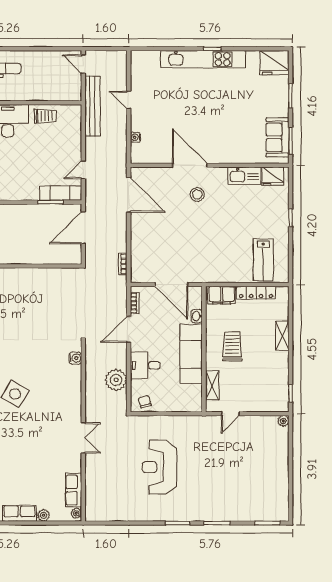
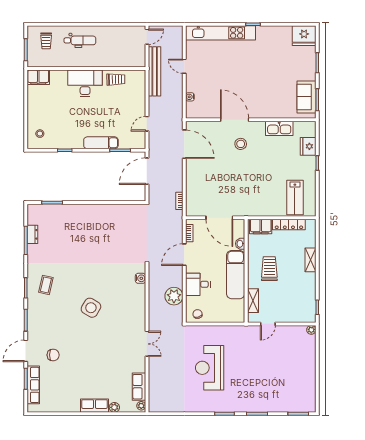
kitchen unit: (203, 59) -> (221, 33), moved
door: (83, 64) -> (147, 37), swing flipped
fridge: (273, 176) -> (308, 146), moved, turned 90
exam couch: (61, 193) -> (101, 143), moved

